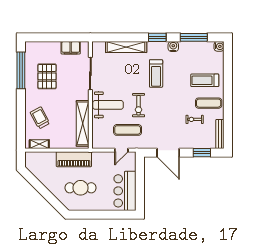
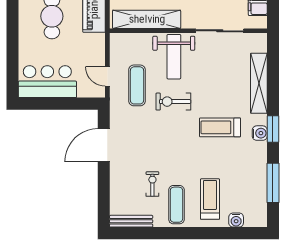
water cooler: (219, 46) -> (236, 220), moved
water cooler: (173, 47) -> (260, 133), moved
window: (202, 153) -> (104, 195), removed

